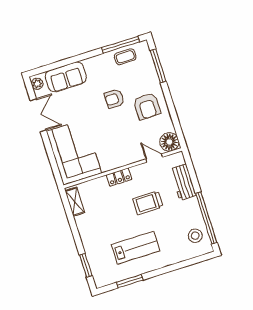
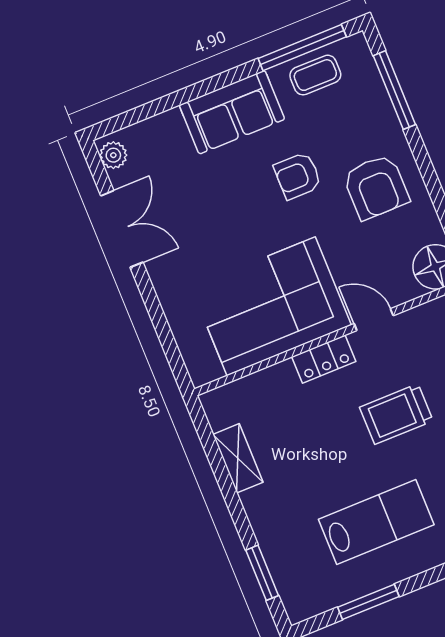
sofa: (66, 77) -> (232, 112), moved
corner sofa: (74, 152) -> (271, 306), moved, turned -90
door: (154, 158) -> (374, 320), moved
shelving: (75, 202) -> (238, 458), moved

